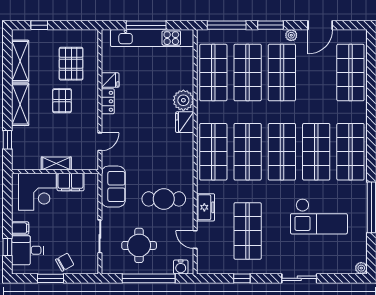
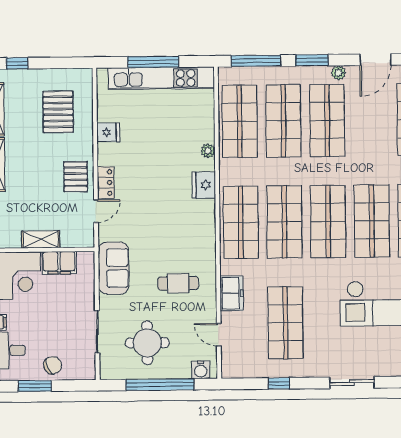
plant: (183, 100) -> (208, 151), width x0.53, depth x0.53
pallet: (62, 101) -> (76, 177), moved
locker: (108, 101) -> (106, 183), moved
cafe table: (164, 199) -> (178, 283), width x0.73, depth x0.74

